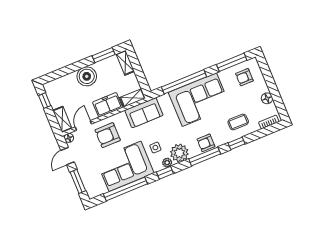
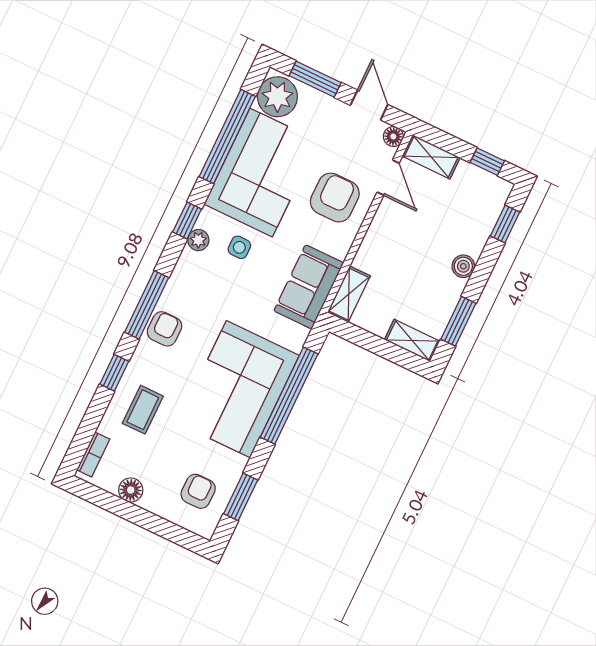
window: (232, 62) -> (241, 497), width x0.69
window: (58, 74) -> (505, 224), added
boiler: (87, 76) -> (463, 266), width x0.54, depth x0.54
freezer: (108, 105) -> (379, 246), removed
plant: (179, 153) -> (277, 97), moved

